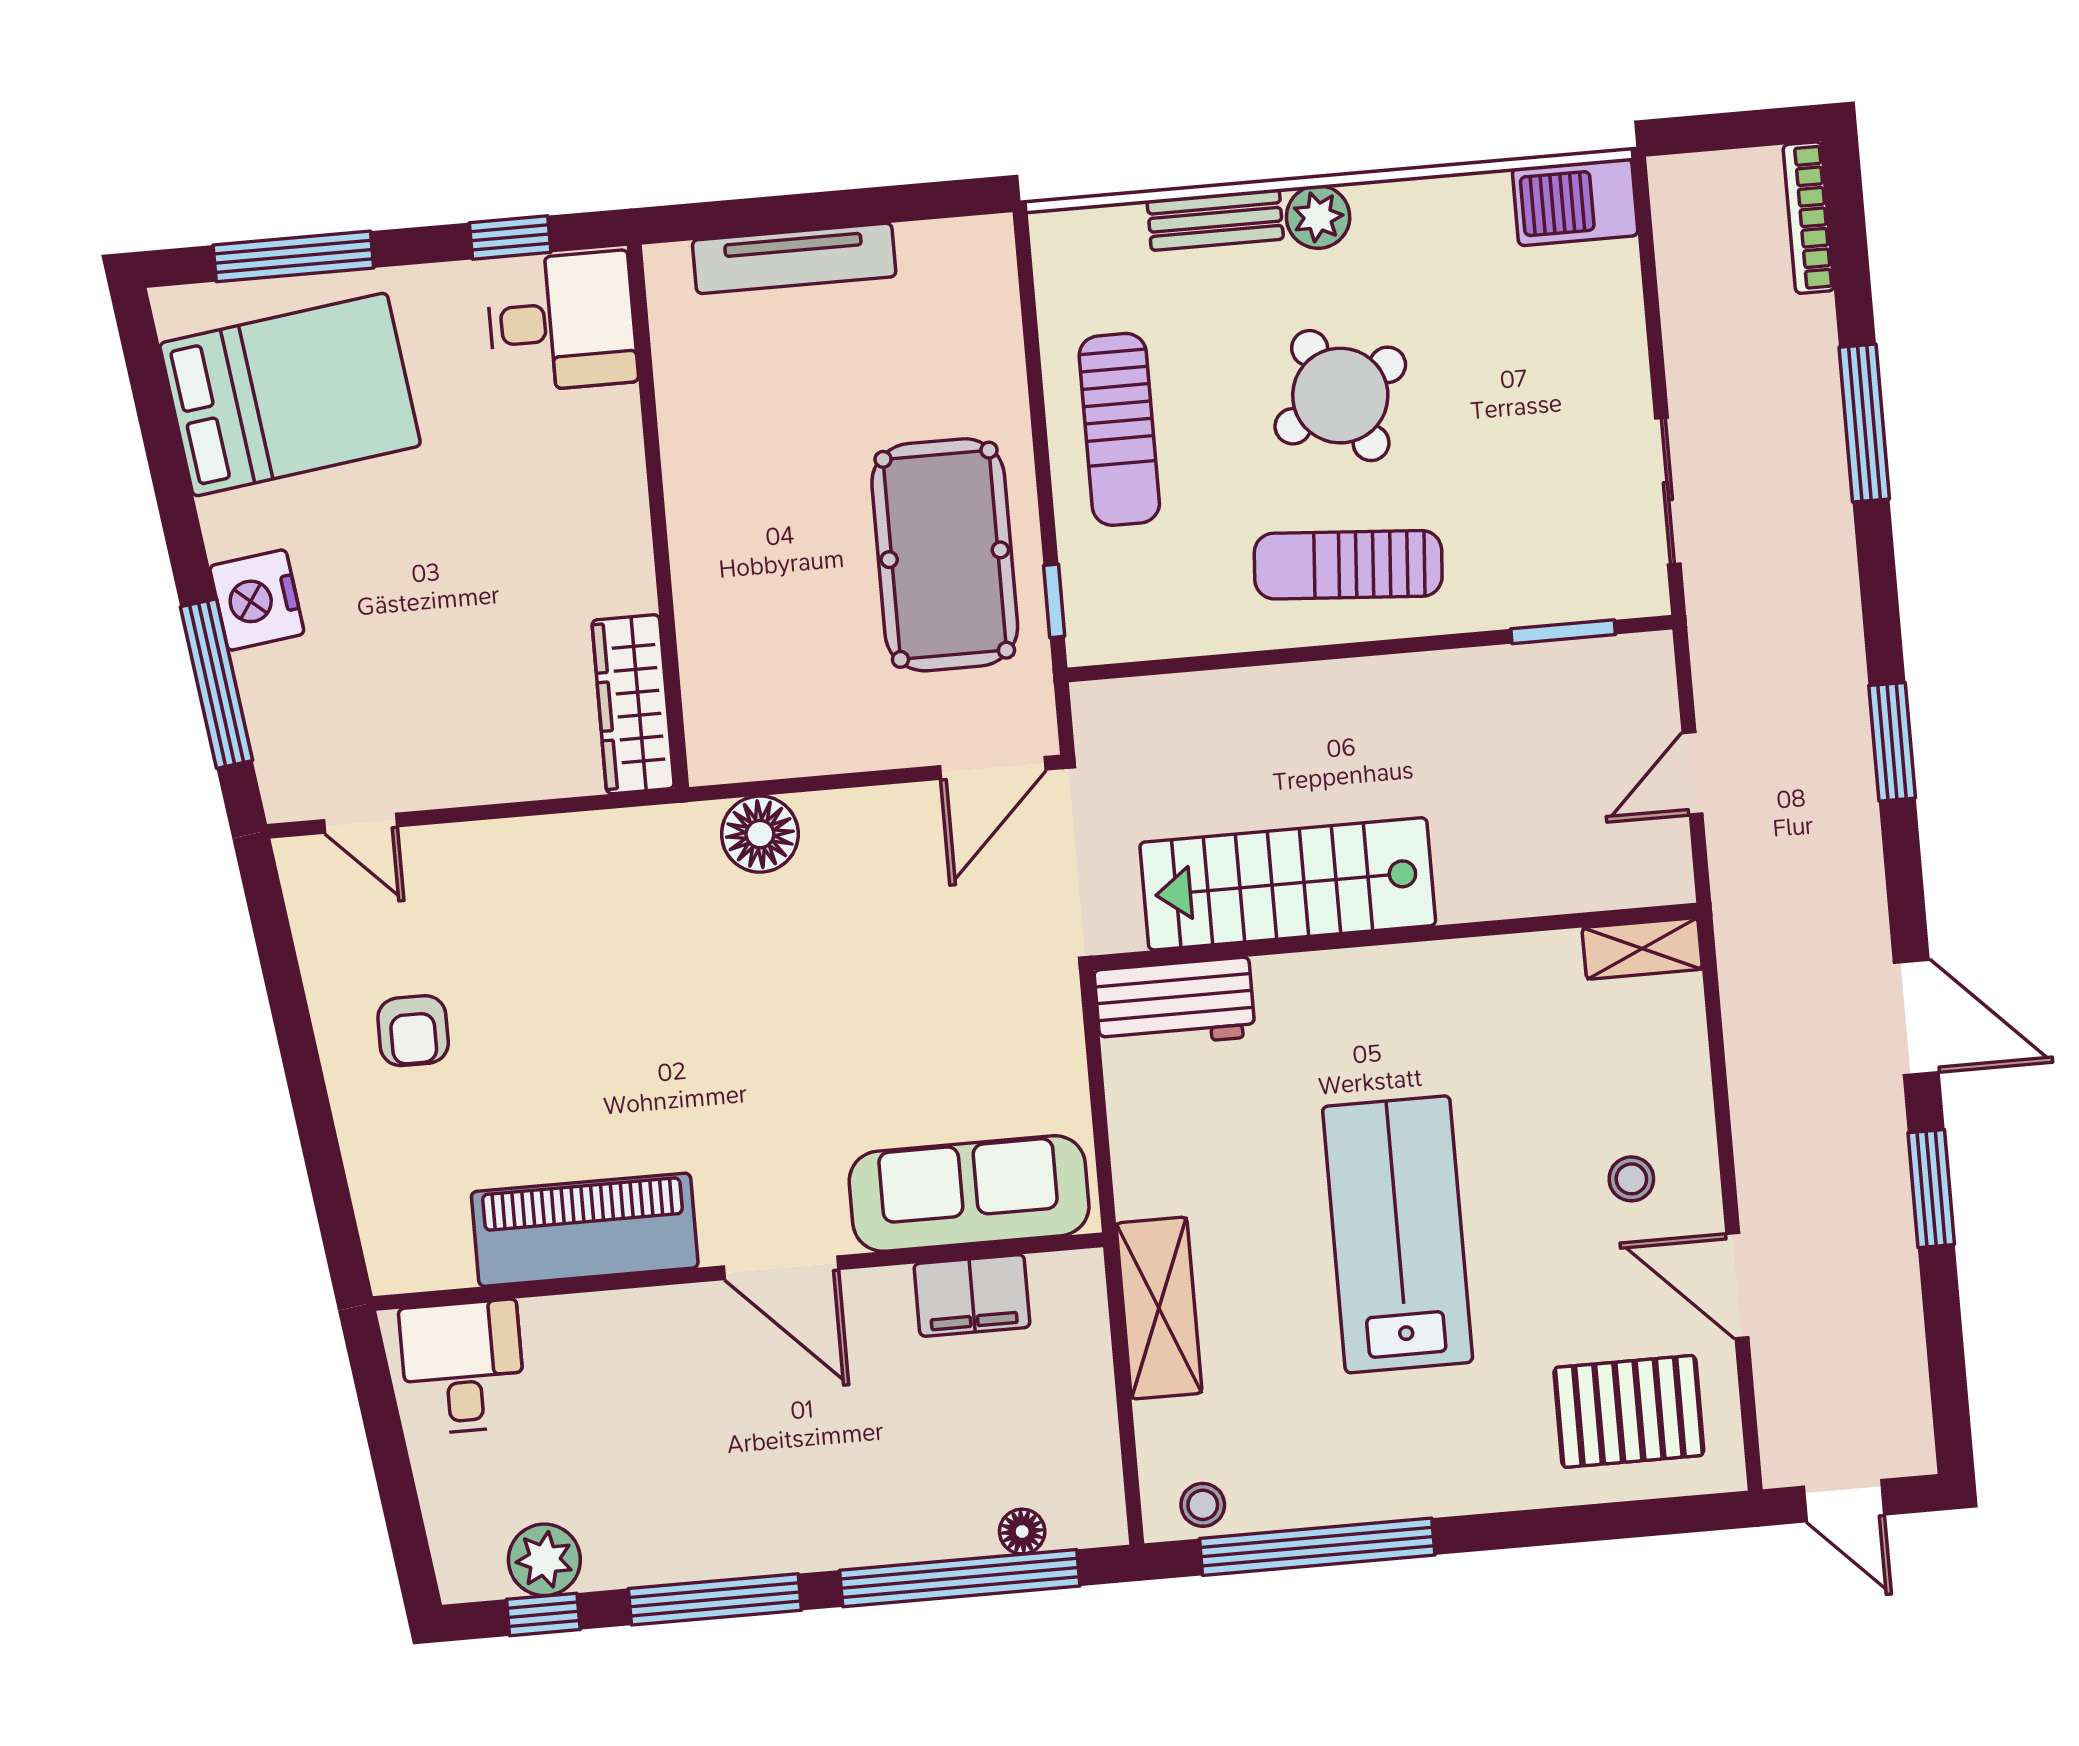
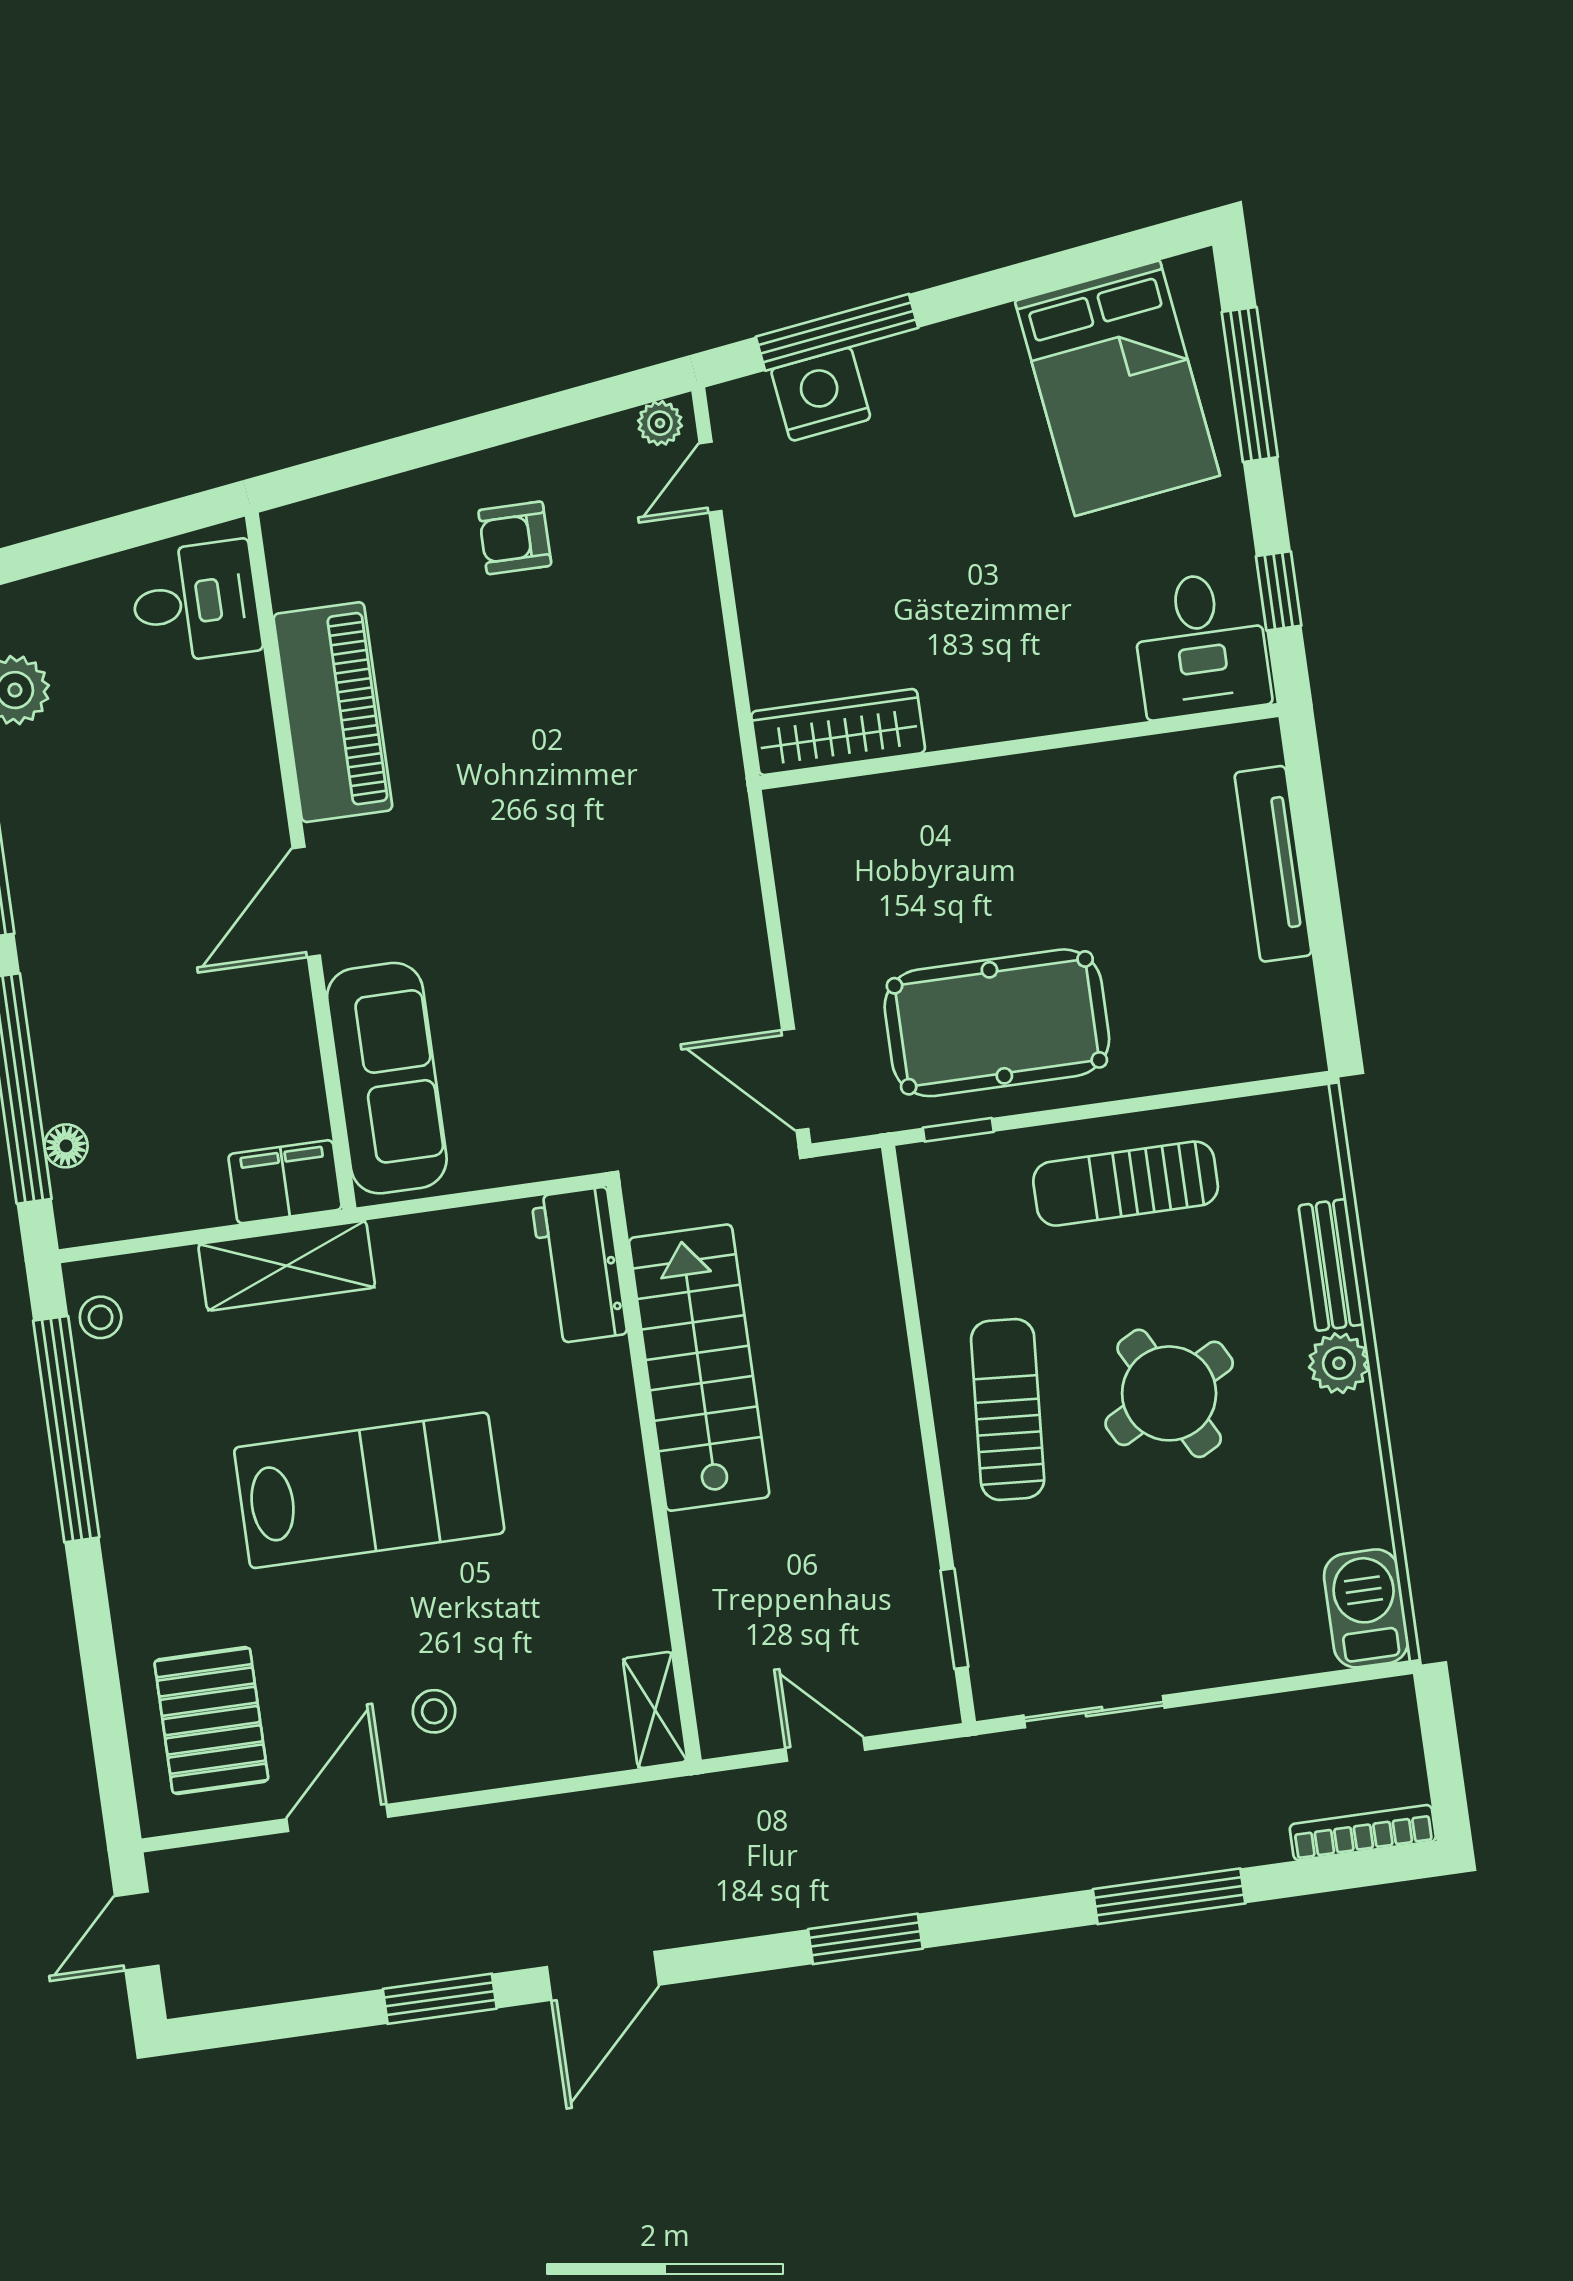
nightstand: (257, 600) -> (821, 394), moved
floor lamp: (760, 834) -> (720, 860), removed
plant: (301, 873) -> (660, 423), added
filing cabinet: (972, 1295) -> (285, 1182), moved, turned 90

